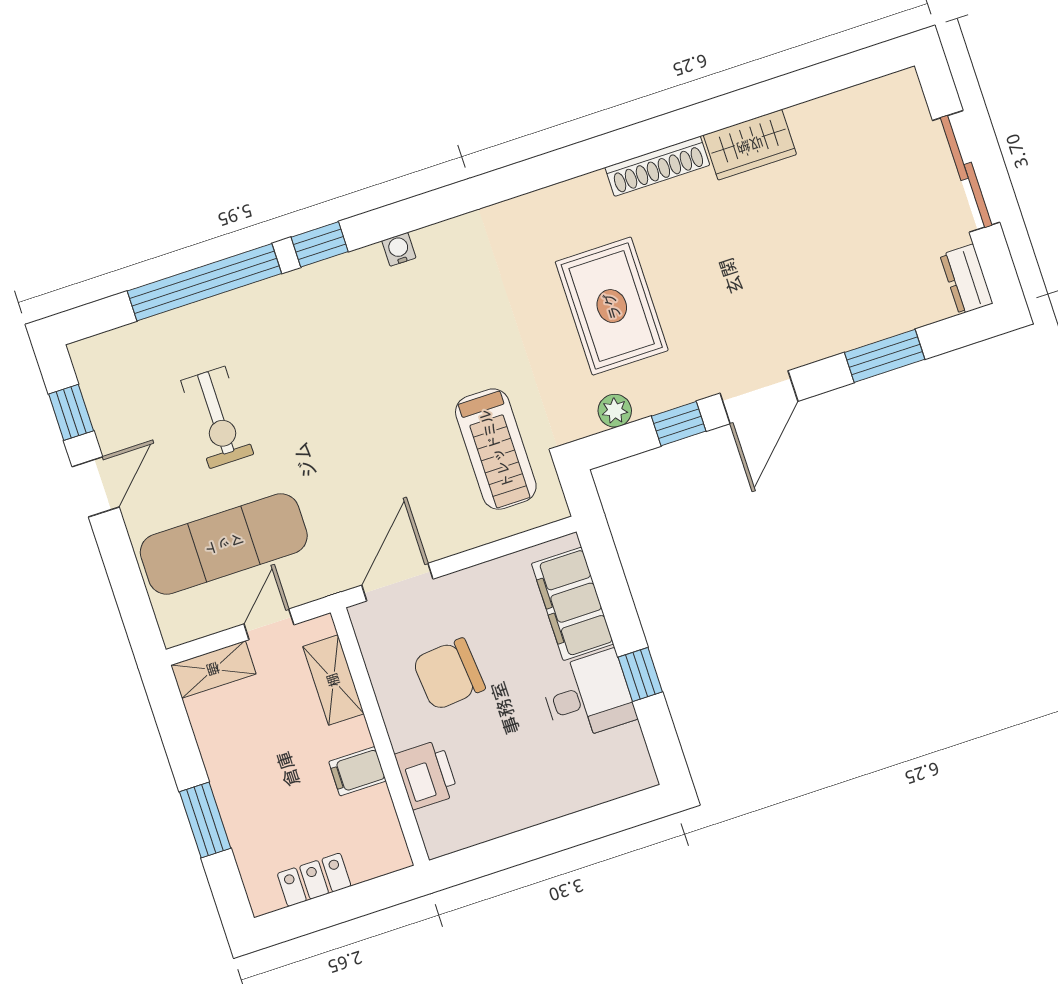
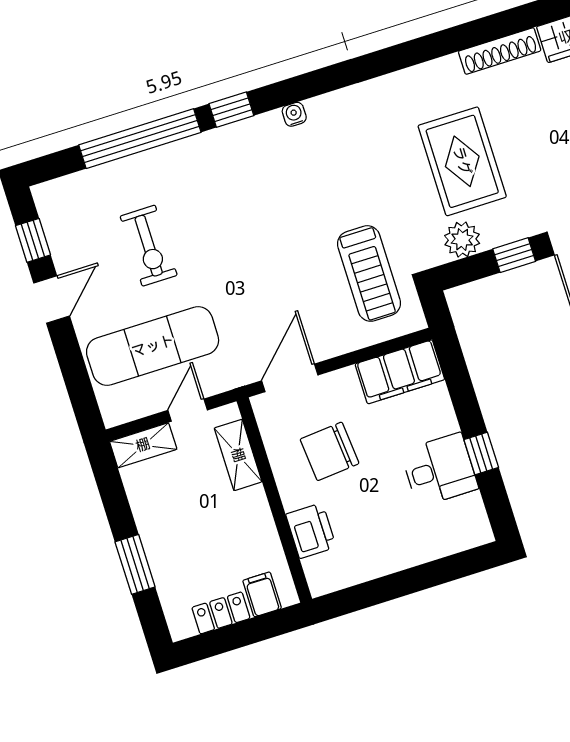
plant: (615, 411) -> (462, 240), width x1.38, depth x1.38
filing cabinet: (573, 604) -> (400, 372), moved, turned -90
filing cabinet: (357, 771) -> (262, 594), moved, turned 90

